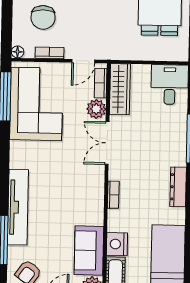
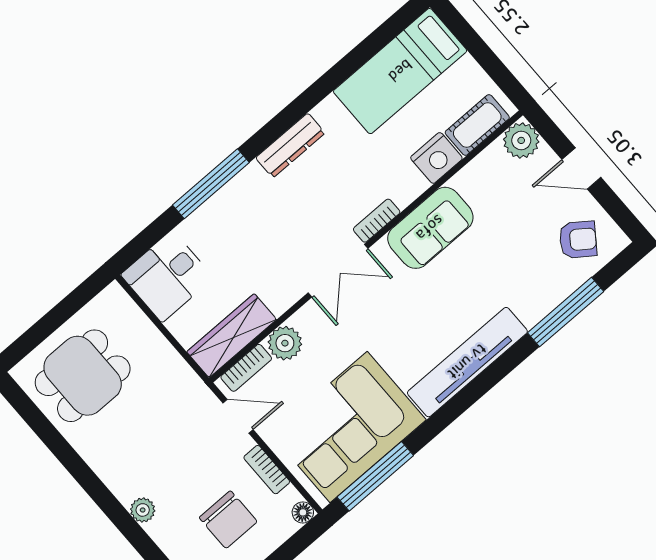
chair: (43, 17) -> (228, 520), turned 90
double door: (107, 143) -> (338, 271), moved
tv unit: (18, 207) -> (467, 362), moved
sofa: (89, 251) -> (430, 228), moved

